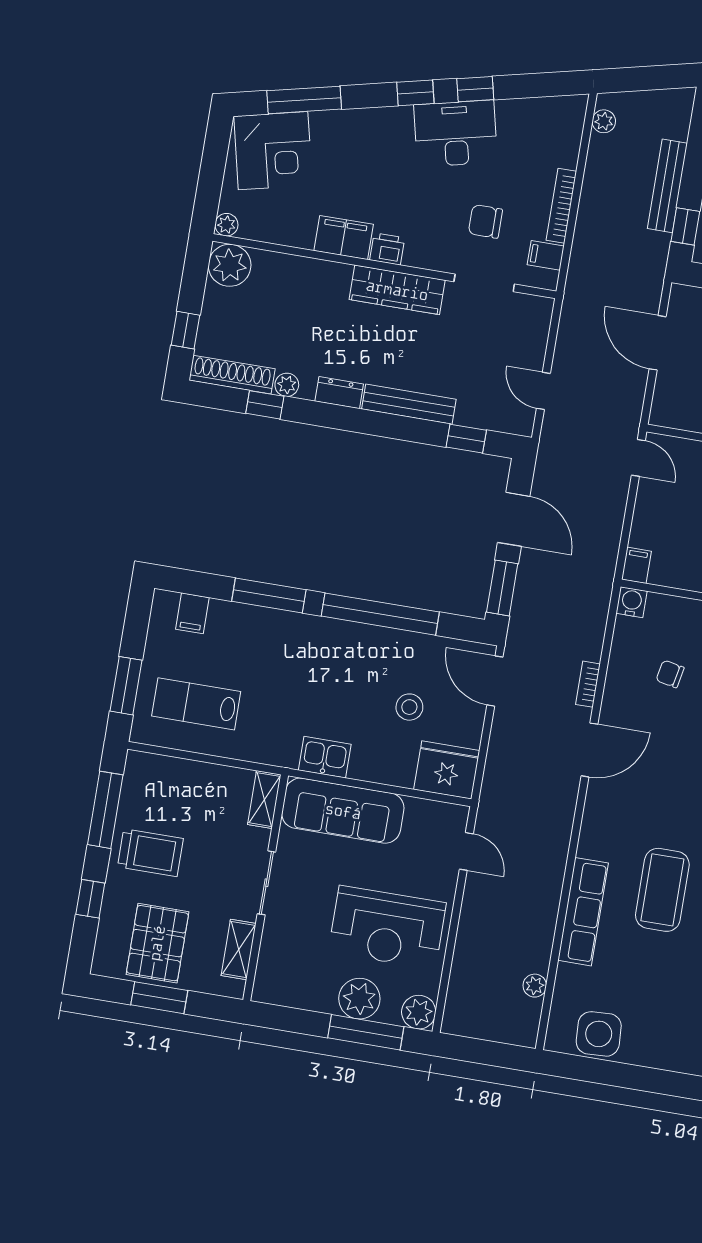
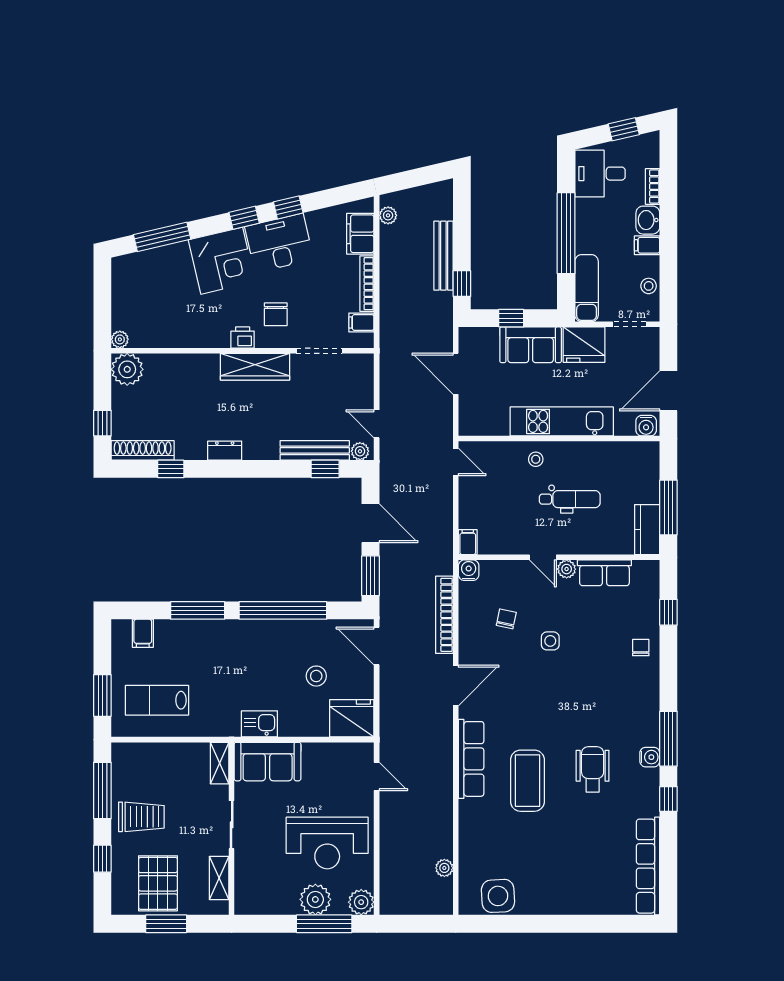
corner desk: (273, 151) -> (222, 261), moved
chair: (485, 221) -> (276, 314), moved, turned -90
filing cabinet: (344, 238) -> (360, 234), moved, turned -90
plant: (287, 385) -> (360, 451), moved
bench: (409, 404) -> (315, 450), moved
chair: (670, 674) -> (506, 619), turned 91
bookcase: (588, 684) -> (444, 615), width x2.31, depth x1.31
sofa: (343, 811) -> (268, 762), width x0.73
row of seats: (583, 912) -> (471, 759), moved

